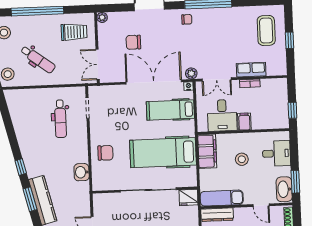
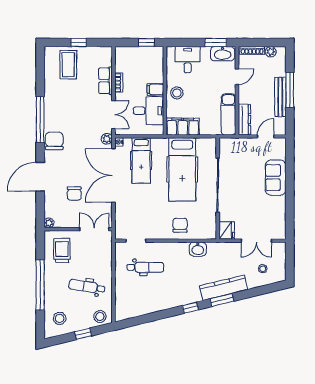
chair: (187, 19) -> (54, 141), width x1.87, depth x1.87
coffee table: (266, 30) -> (68, 65), turned 90
dental chair: (38, 59) -> (87, 287), turned -118
double door: (98, 64) -> (94, 229), swing flipped
stool: (242, 159) -> (177, 93), moved
fridge: (188, 197) -> (227, 230), moved

